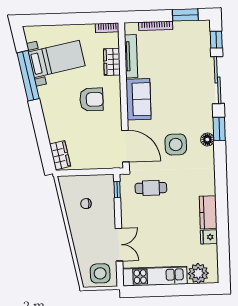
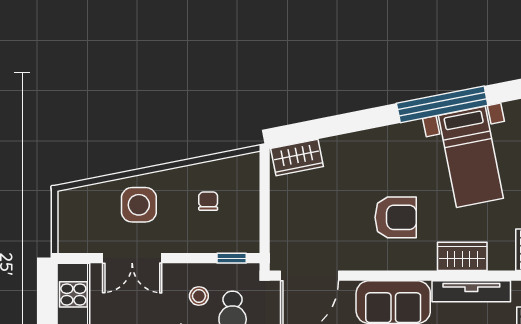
armchair: (91, 99) -> (396, 217), turned -90
stool: (139, 207) -> (199, 296), added
side table: (100, 273) -> (139, 205), moved

